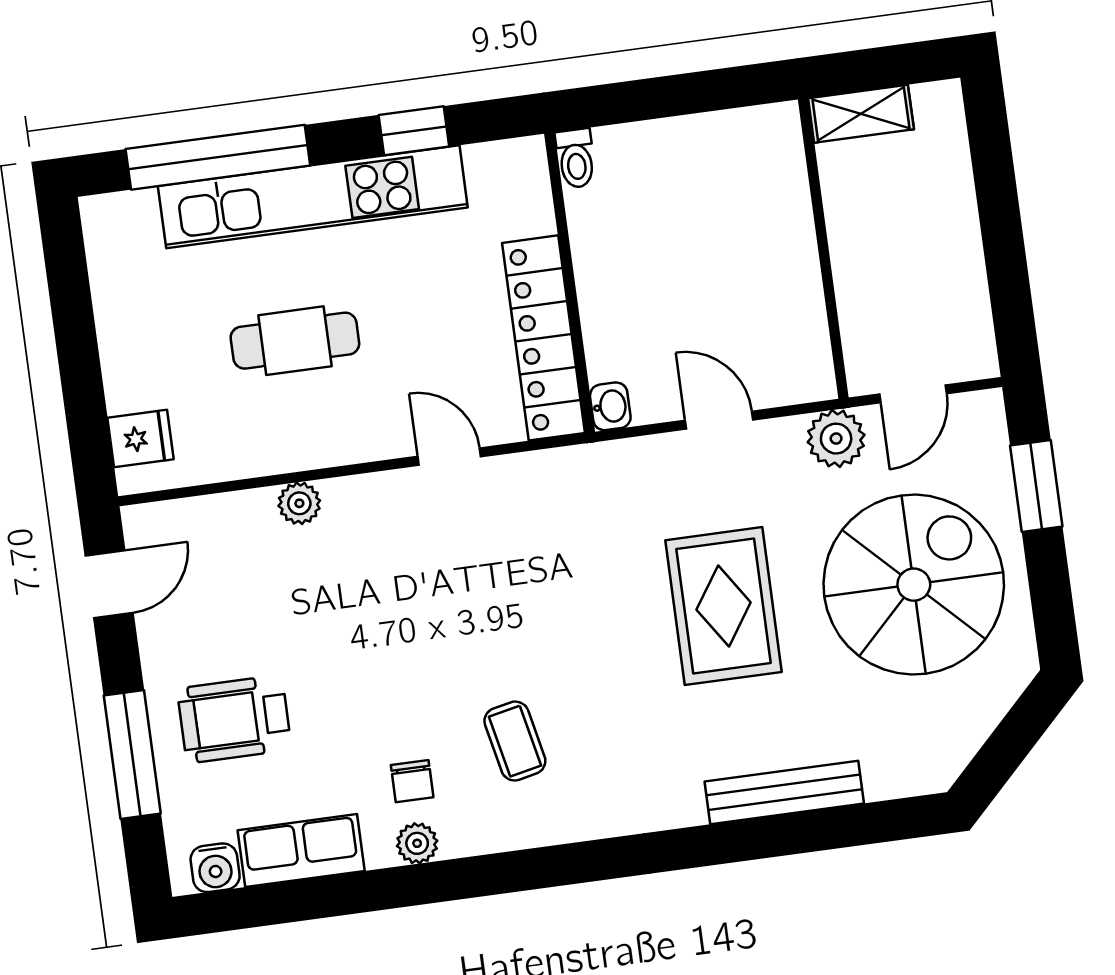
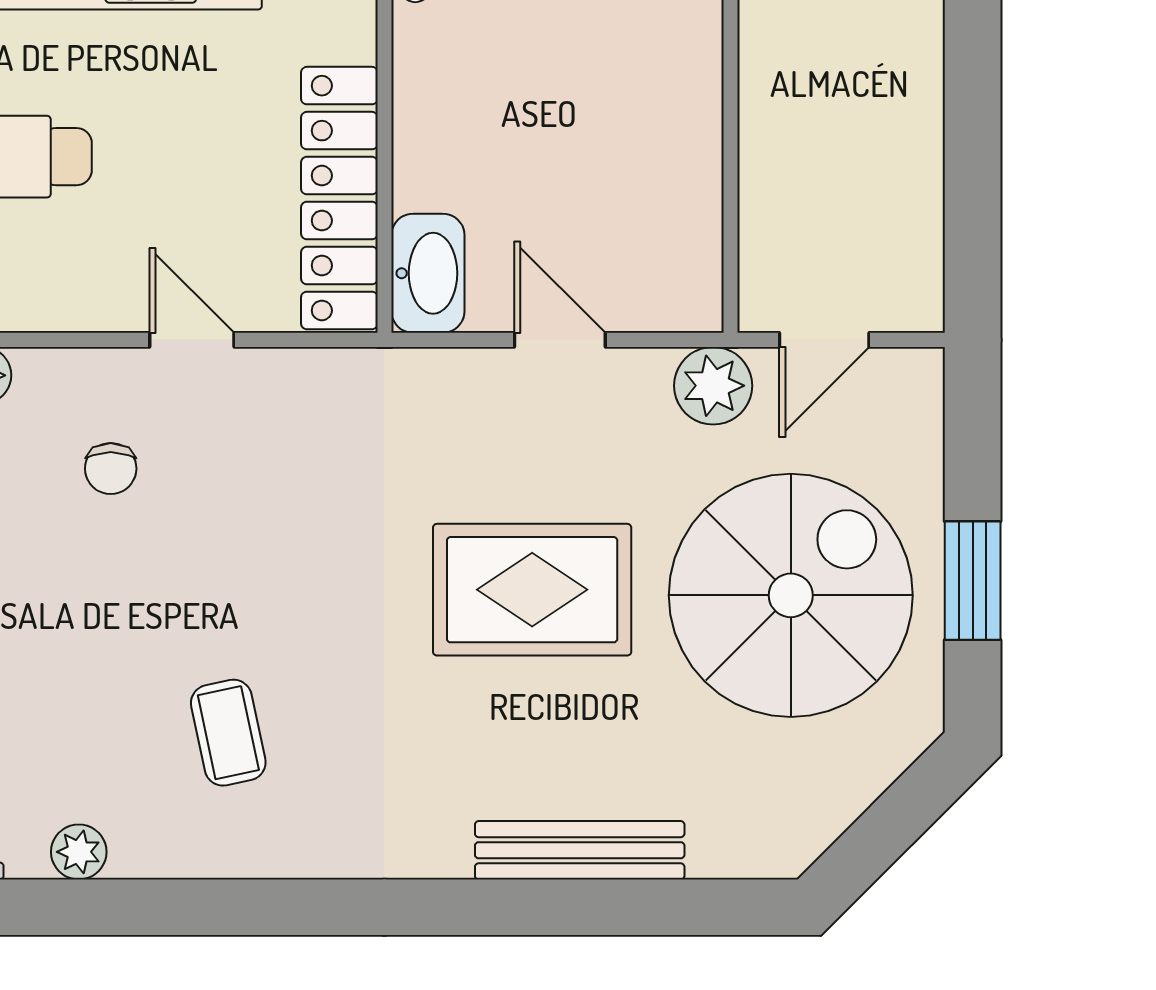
washbasin: (610, 406) -> (428, 273), width x1.91, depth x1.45
window: (1036, 486) -> (973, 581), moved
rug: (724, 606) -> (532, 590), turned 90
chair: (412, 781) -> (111, 469), moved

